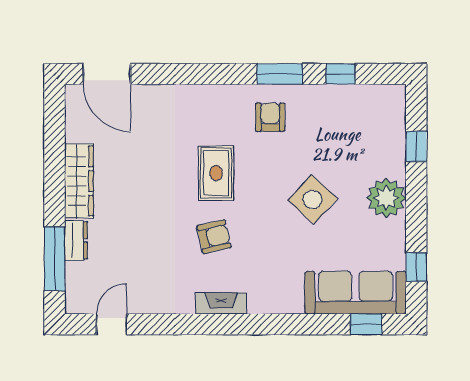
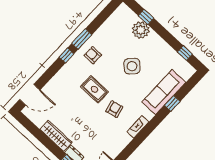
window: (341, 74) -> (66, 55), moved
plant: (386, 198) -> (141, 30), moved
sofa: (355, 293) -> (164, 92), moved
window: (366, 324) -> (172, 103), moved

